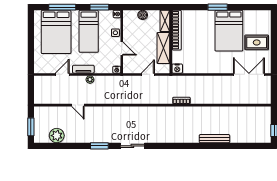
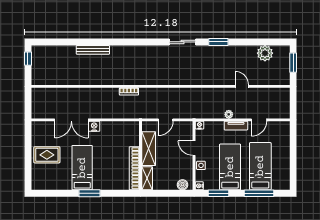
boiler: (143, 15) -> (182, 185), moved
bed: (229, 31) -> (82, 168), width x0.67
bed: (56, 32) -> (260, 166), width x0.67
nightstand: (177, 69) -> (94, 126), moved
double door: (249, 74) -> (71, 120), moved

